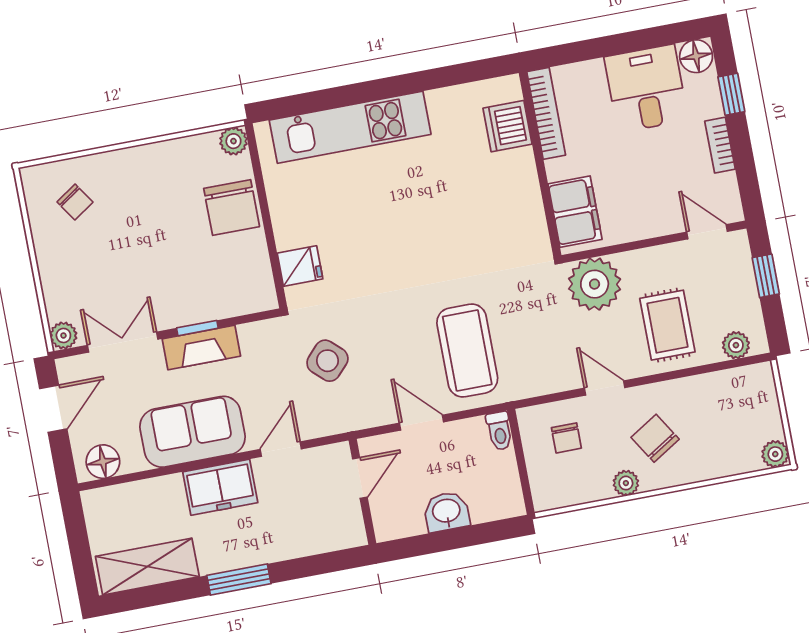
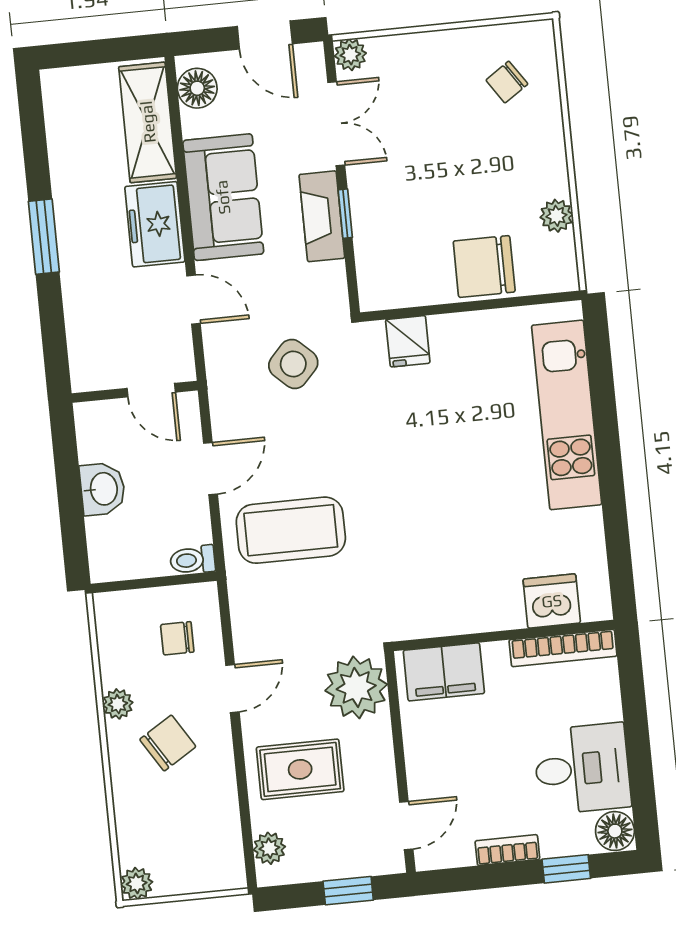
plant: (233, 141) -> (556, 216), moved
shelving: (147, 567) -> (148, 122), moved

